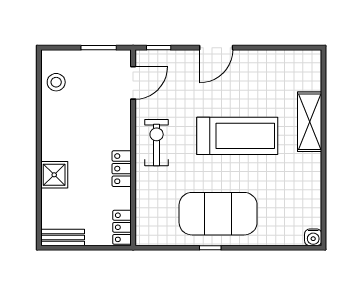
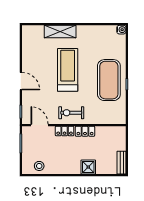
locker: (122, 227) -> (65, 131), moved

